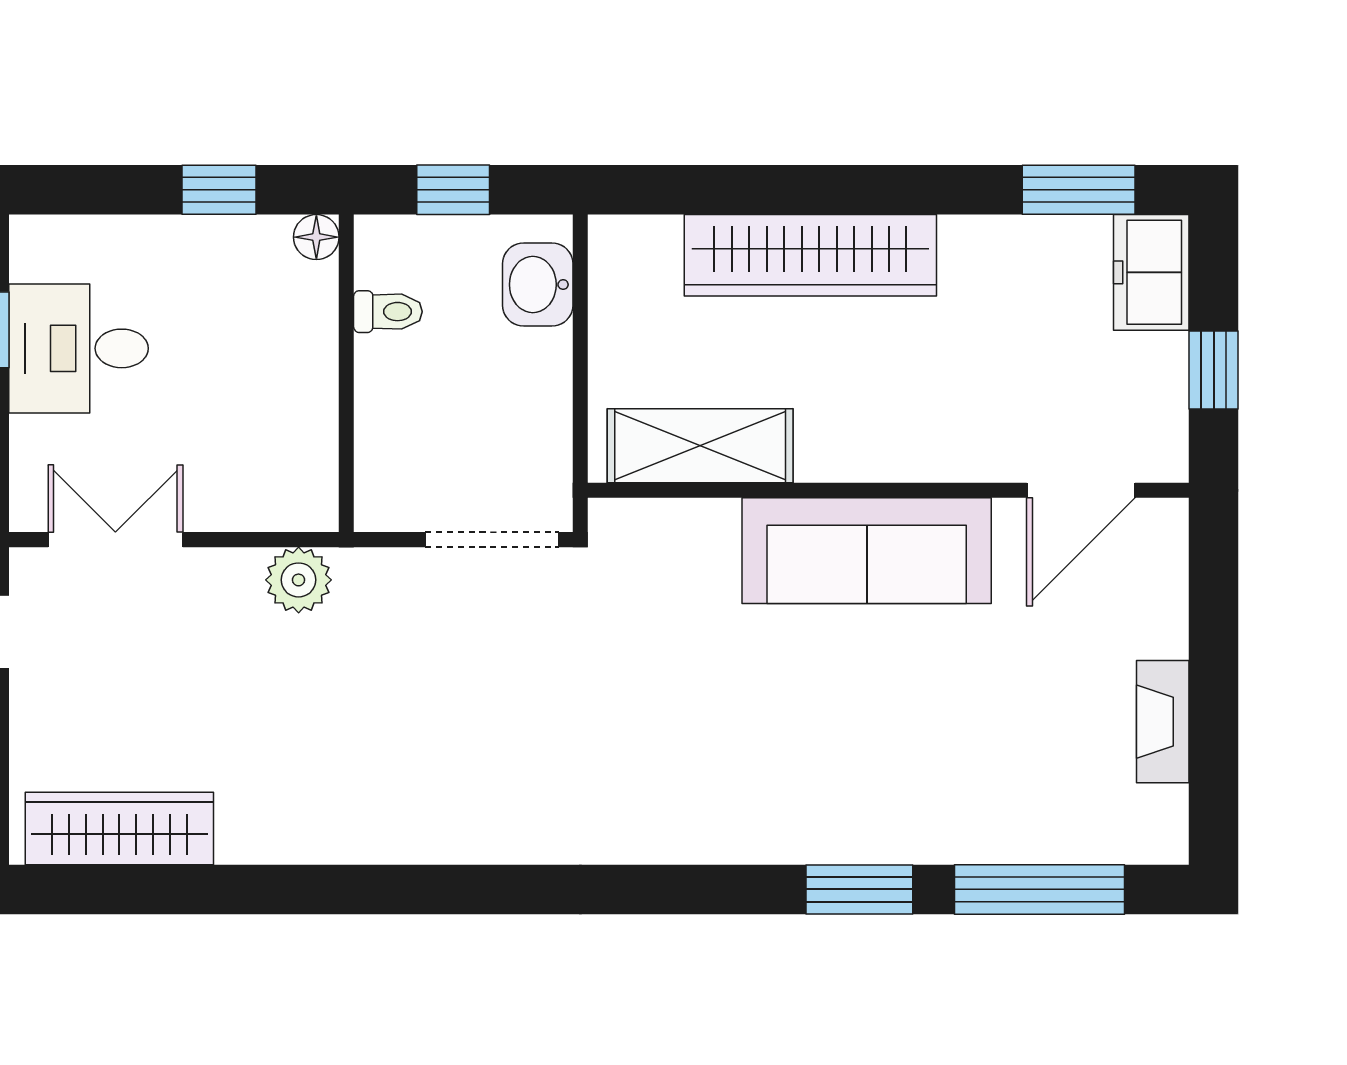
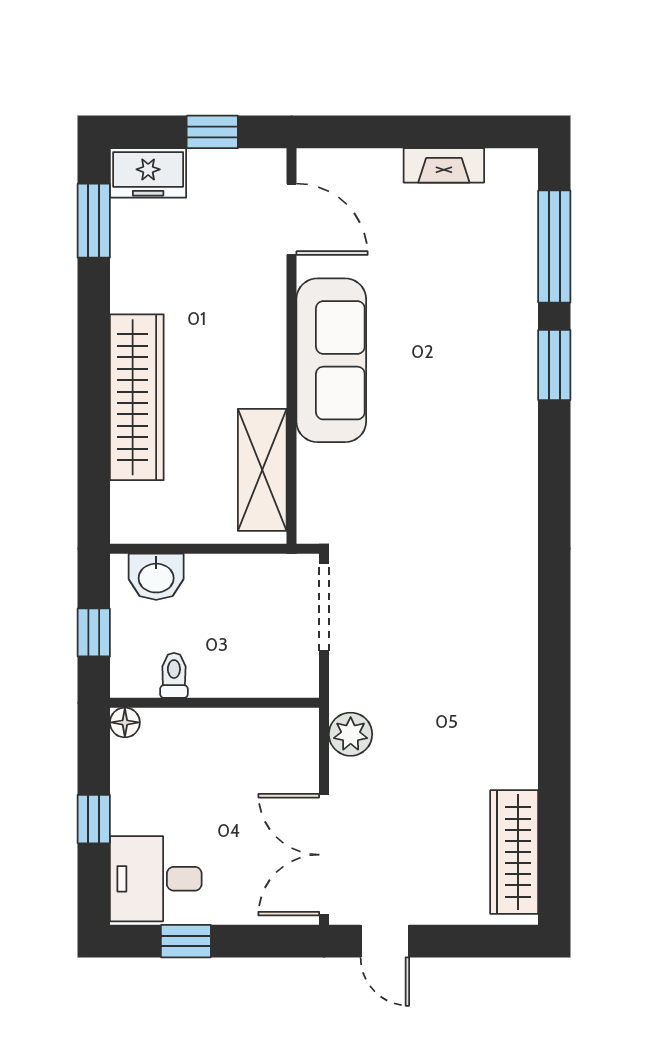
window: (219, 190) -> (94, 819), moved
desk: (78, 348) -> (156, 879), moved, turned 90
double door: (115, 540) -> (324, 855), width x1.37

